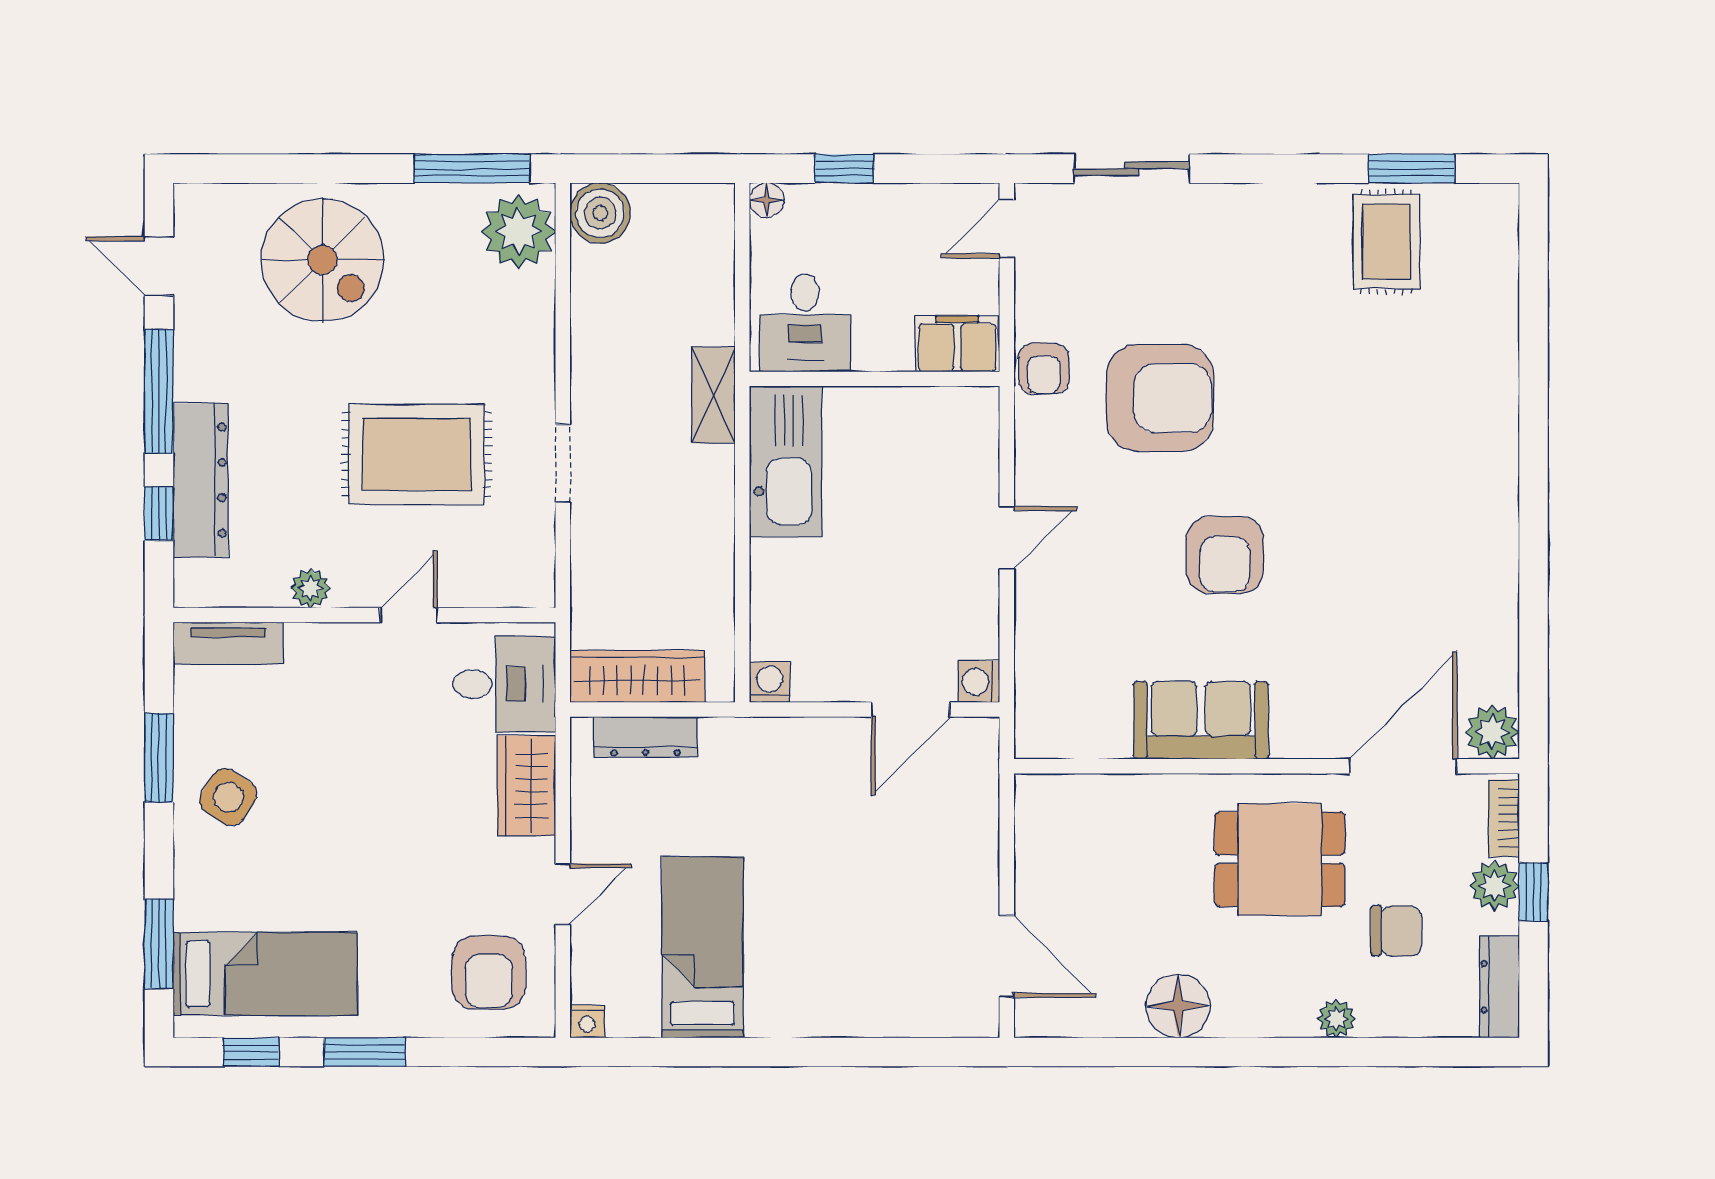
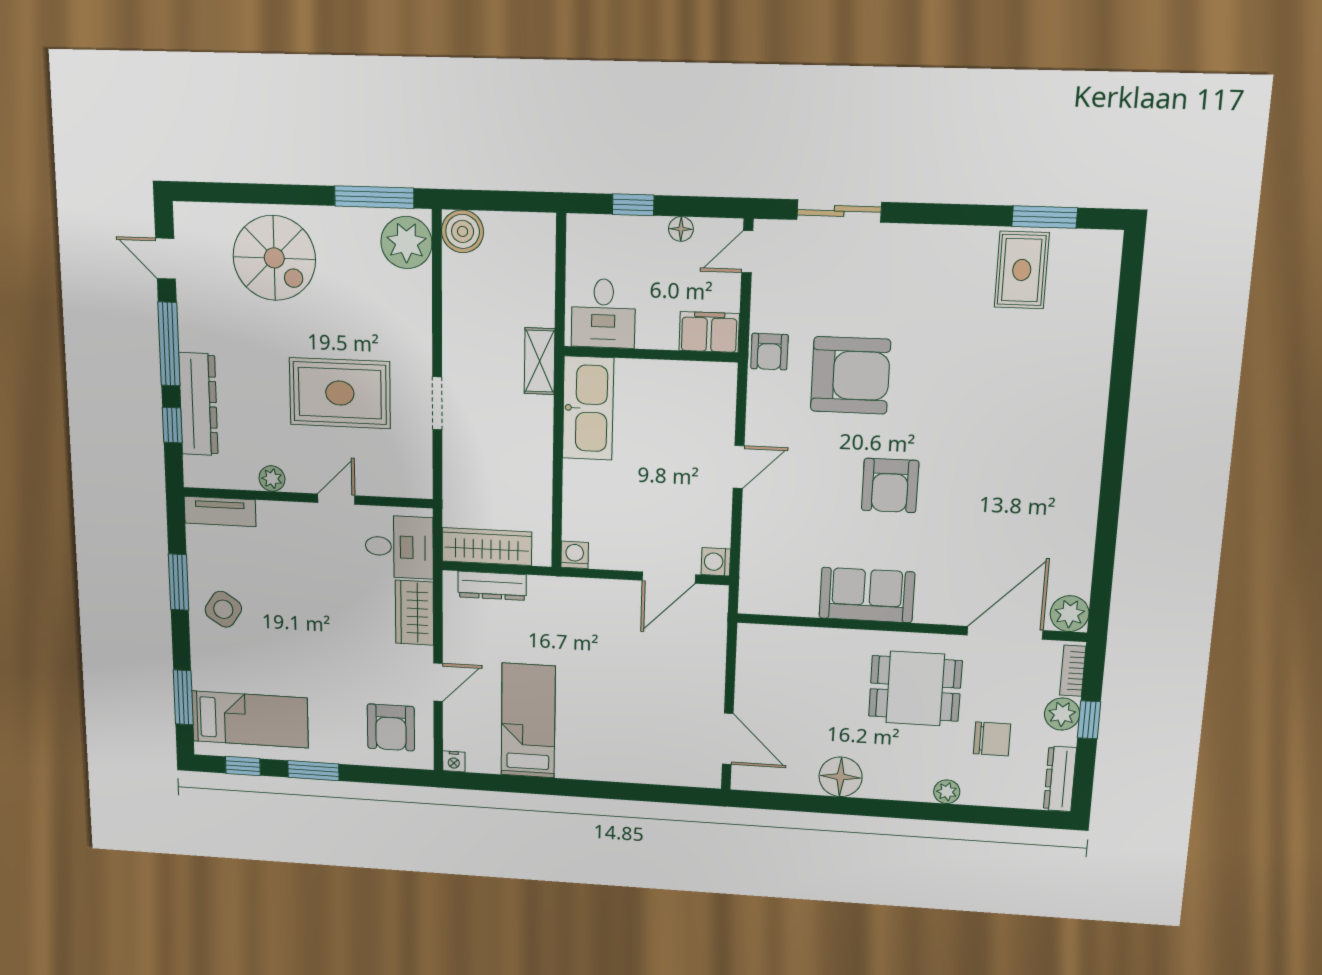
floor lamp: (767, 200) -> (681, 229), moved

